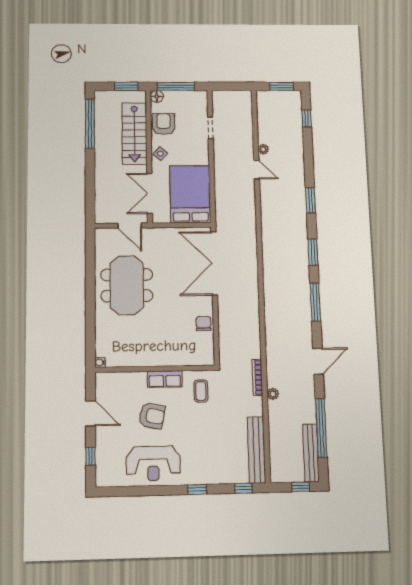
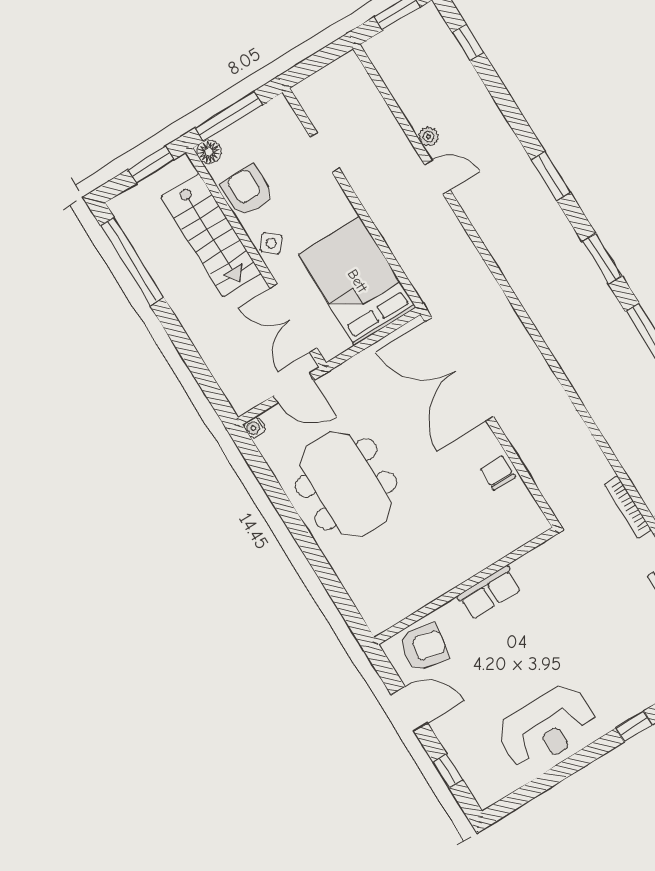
water cooler: (100, 362) -> (255, 427), moved
coffee table: (201, 391) -> (554, 578), removed
armchair: (152, 416) -> (424, 647), moved

